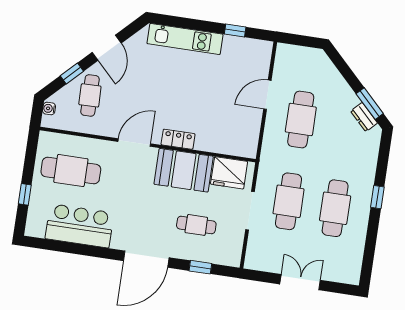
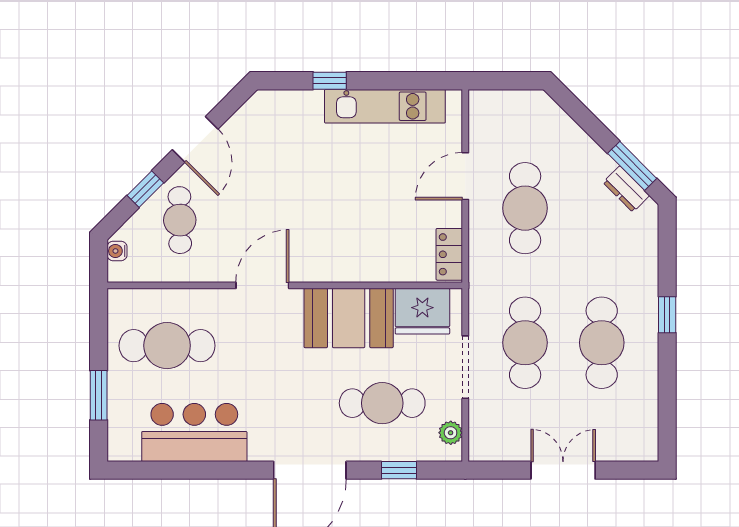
window: (235, 31) -> (330, 81), moved
kitchen unit: (185, 39) -> (385, 106), moved
locker: (178, 139) -> (449, 254), moved, turned -90
window: (25, 194) -> (99, 395), width x1.50
cafe table: (196, 225) -> (382, 403), width x1.37, depth x1.35
plant: (235, 249) -> (451, 433), added

